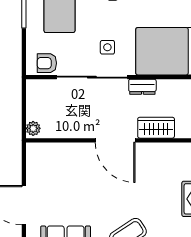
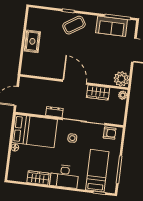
wardrobe: (156, 128) -> (98, 93), moved
plant: (39, 155) -> (121, 79), added

